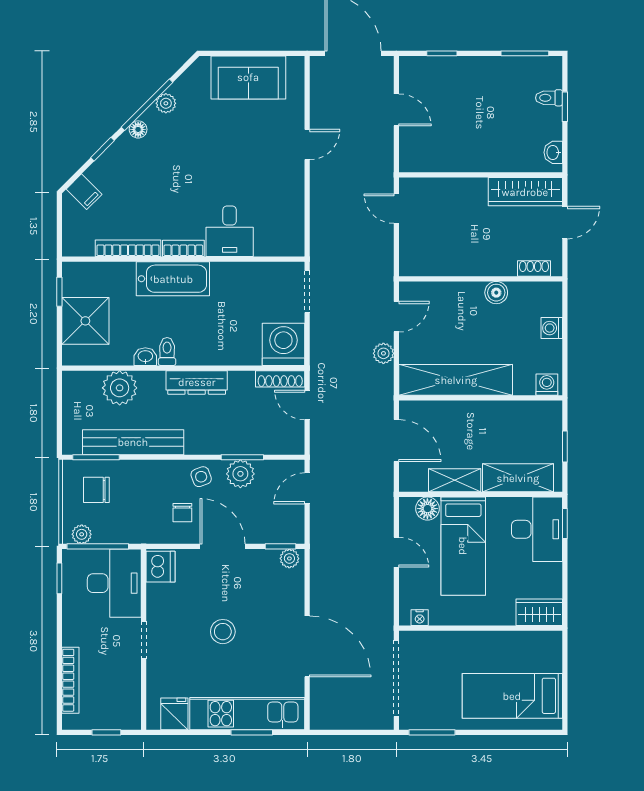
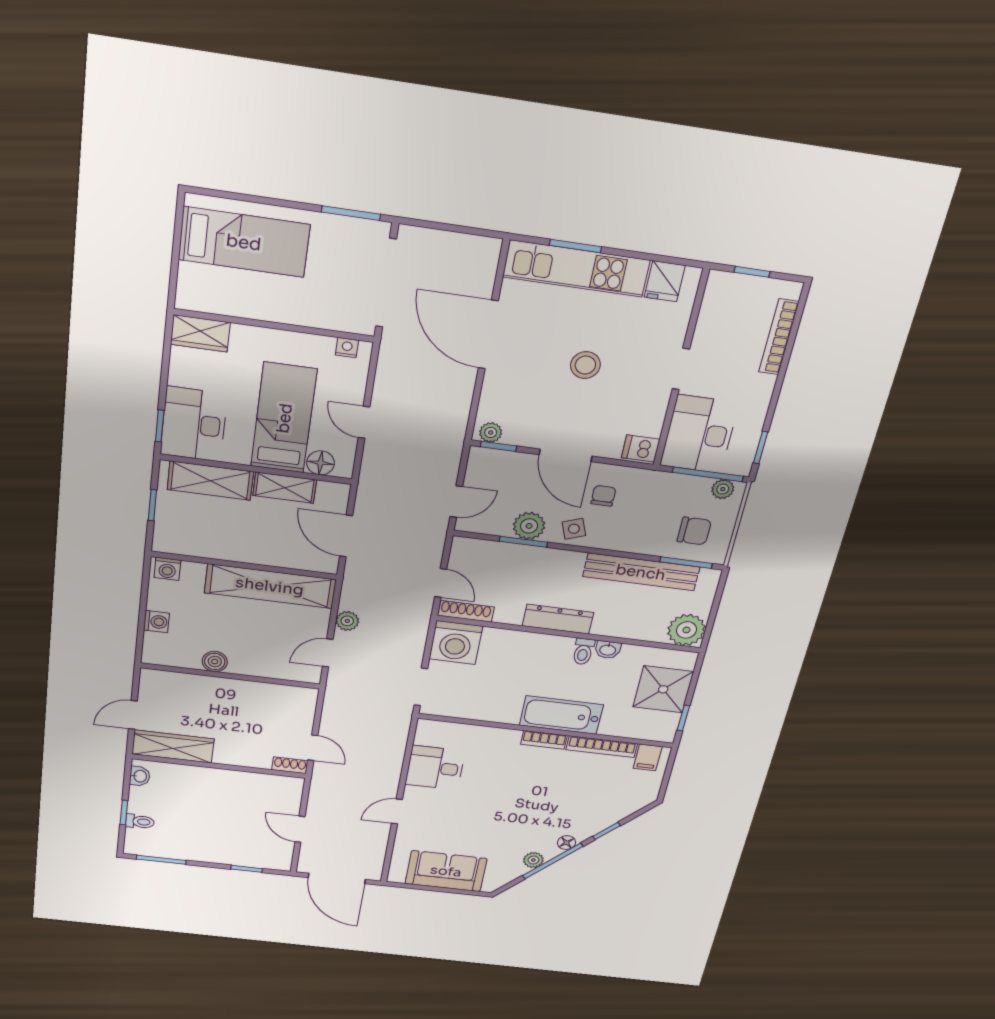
filing cabinet: (84, 192) -> (648, 757), moved, turned -135
desk: (230, 231) -> (435, 768), moved, turned -90
shoe rack: (534, 268) -> (290, 765), moved, turned 180
plant: (120, 388) -> (686, 630), moved
dishwasher: (161, 567) -> (641, 448), width x0.73

